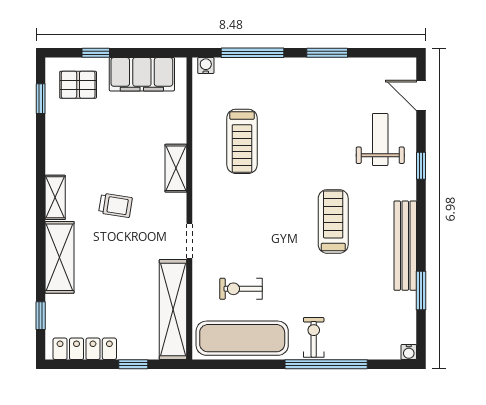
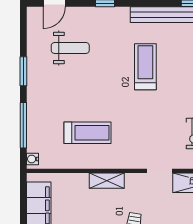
weight bench: (380, 139) -> (70, 48), moved, turned 180
treadmill: (333, 221) -> (145, 67), turned 90

